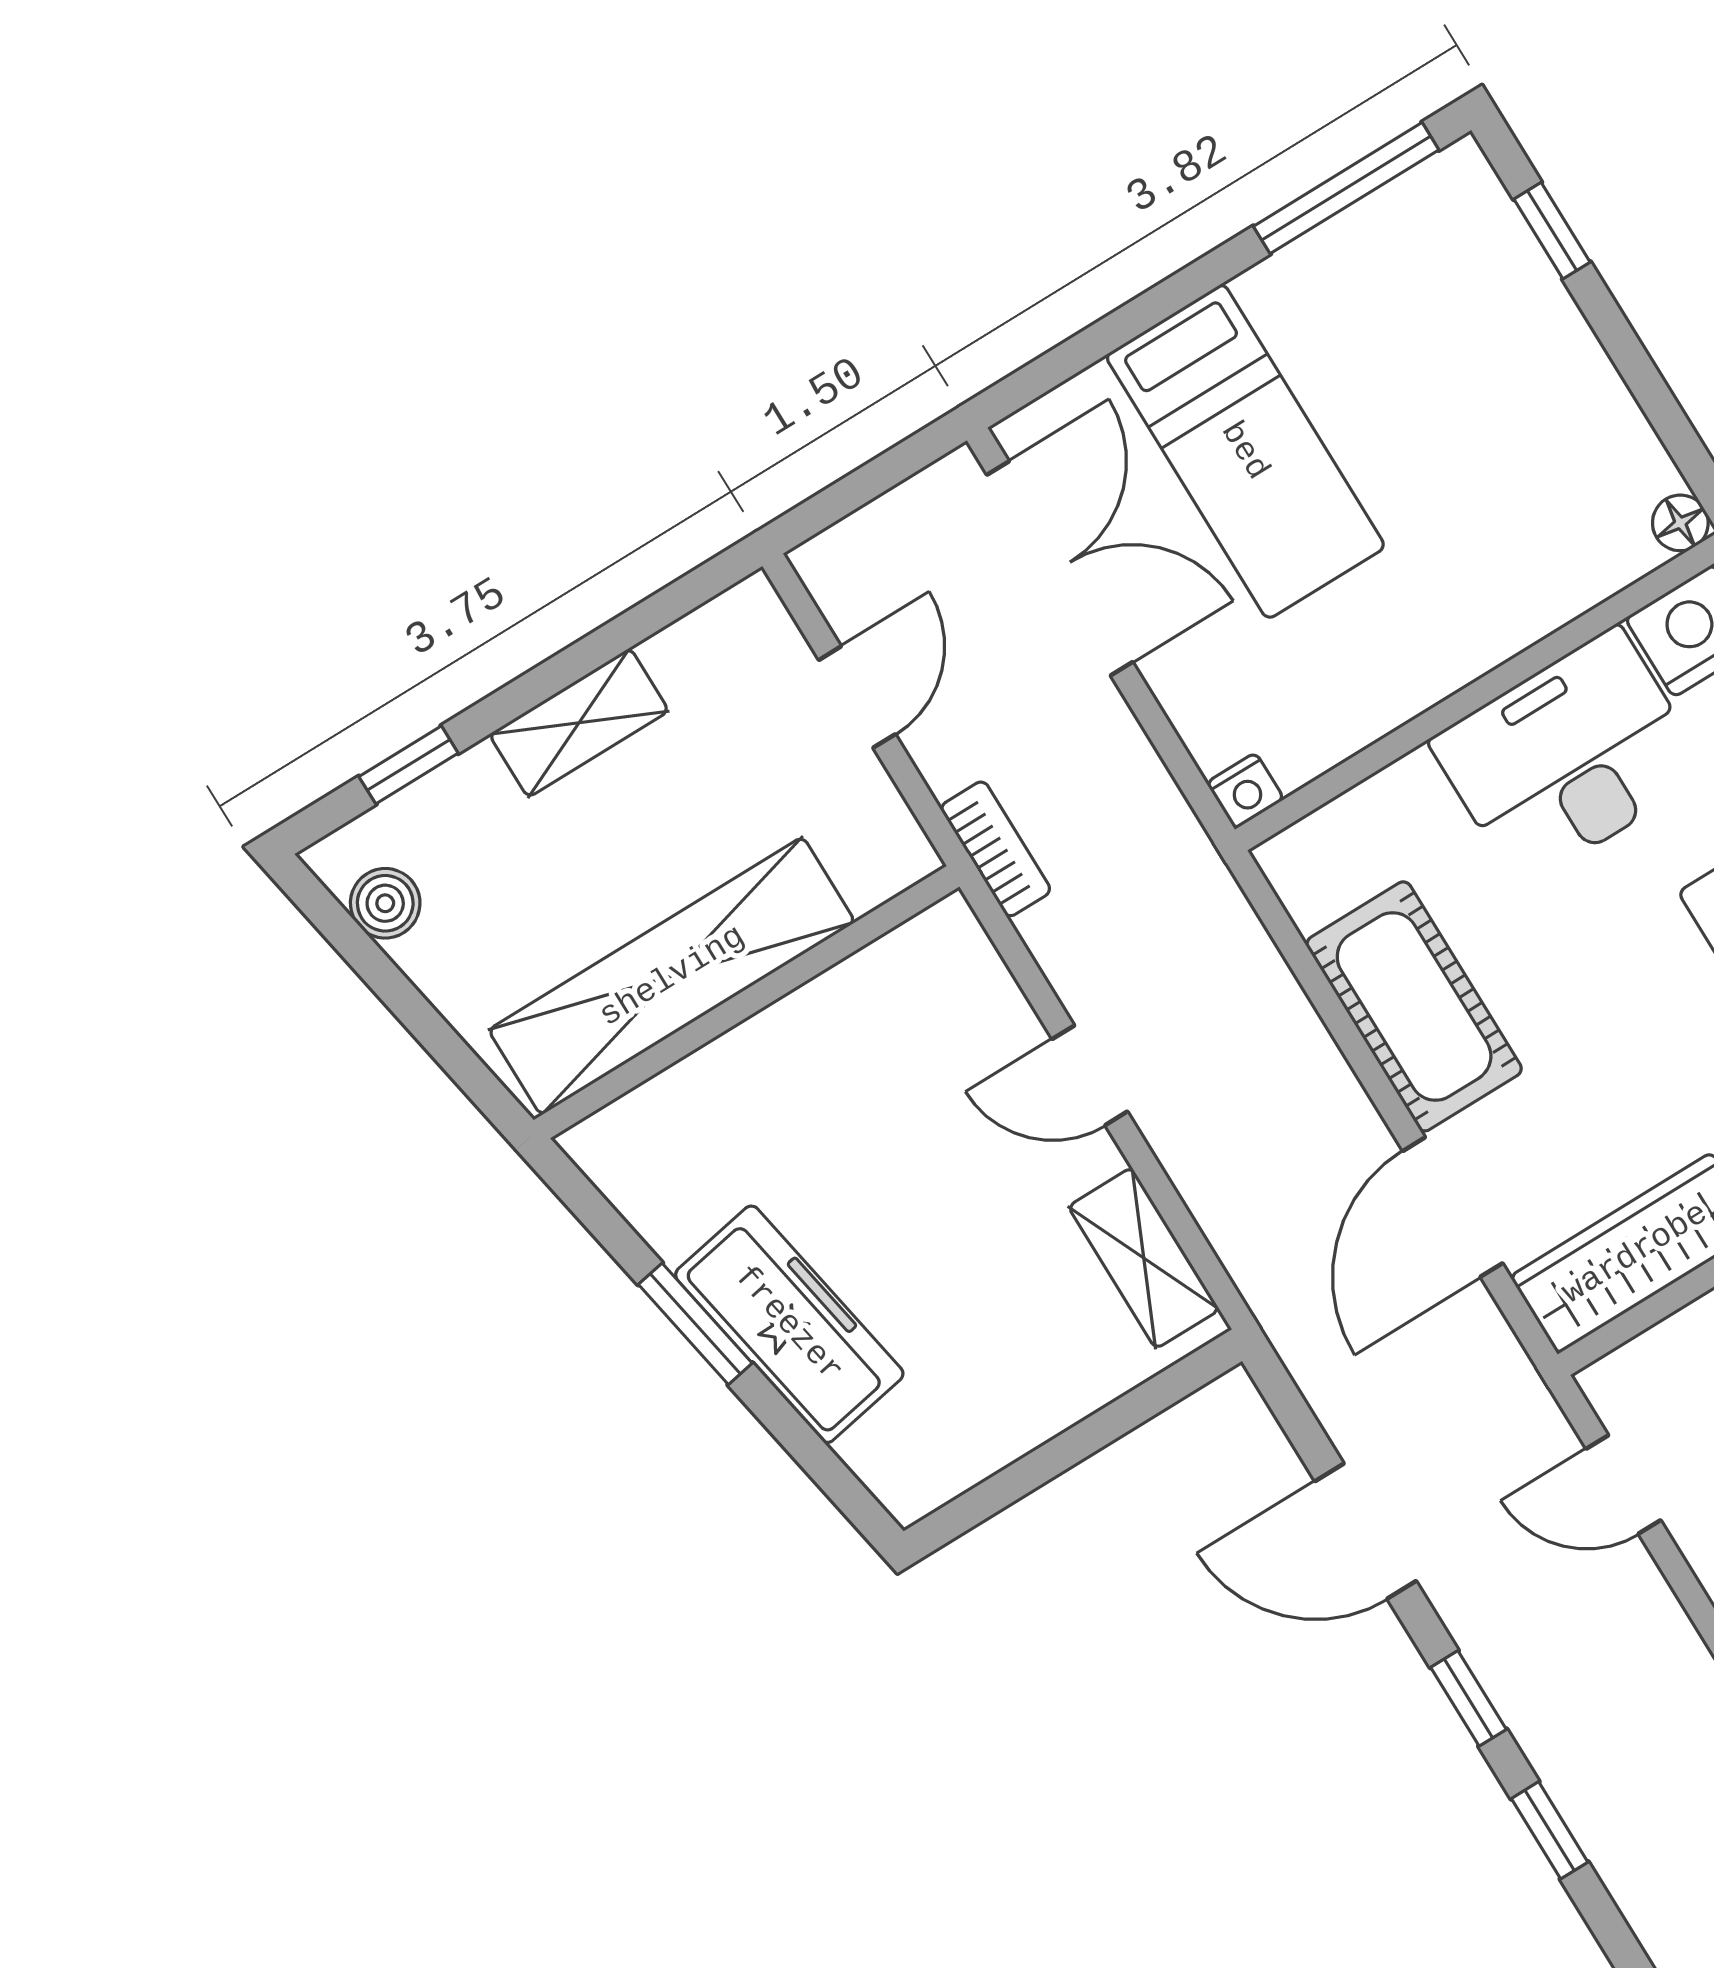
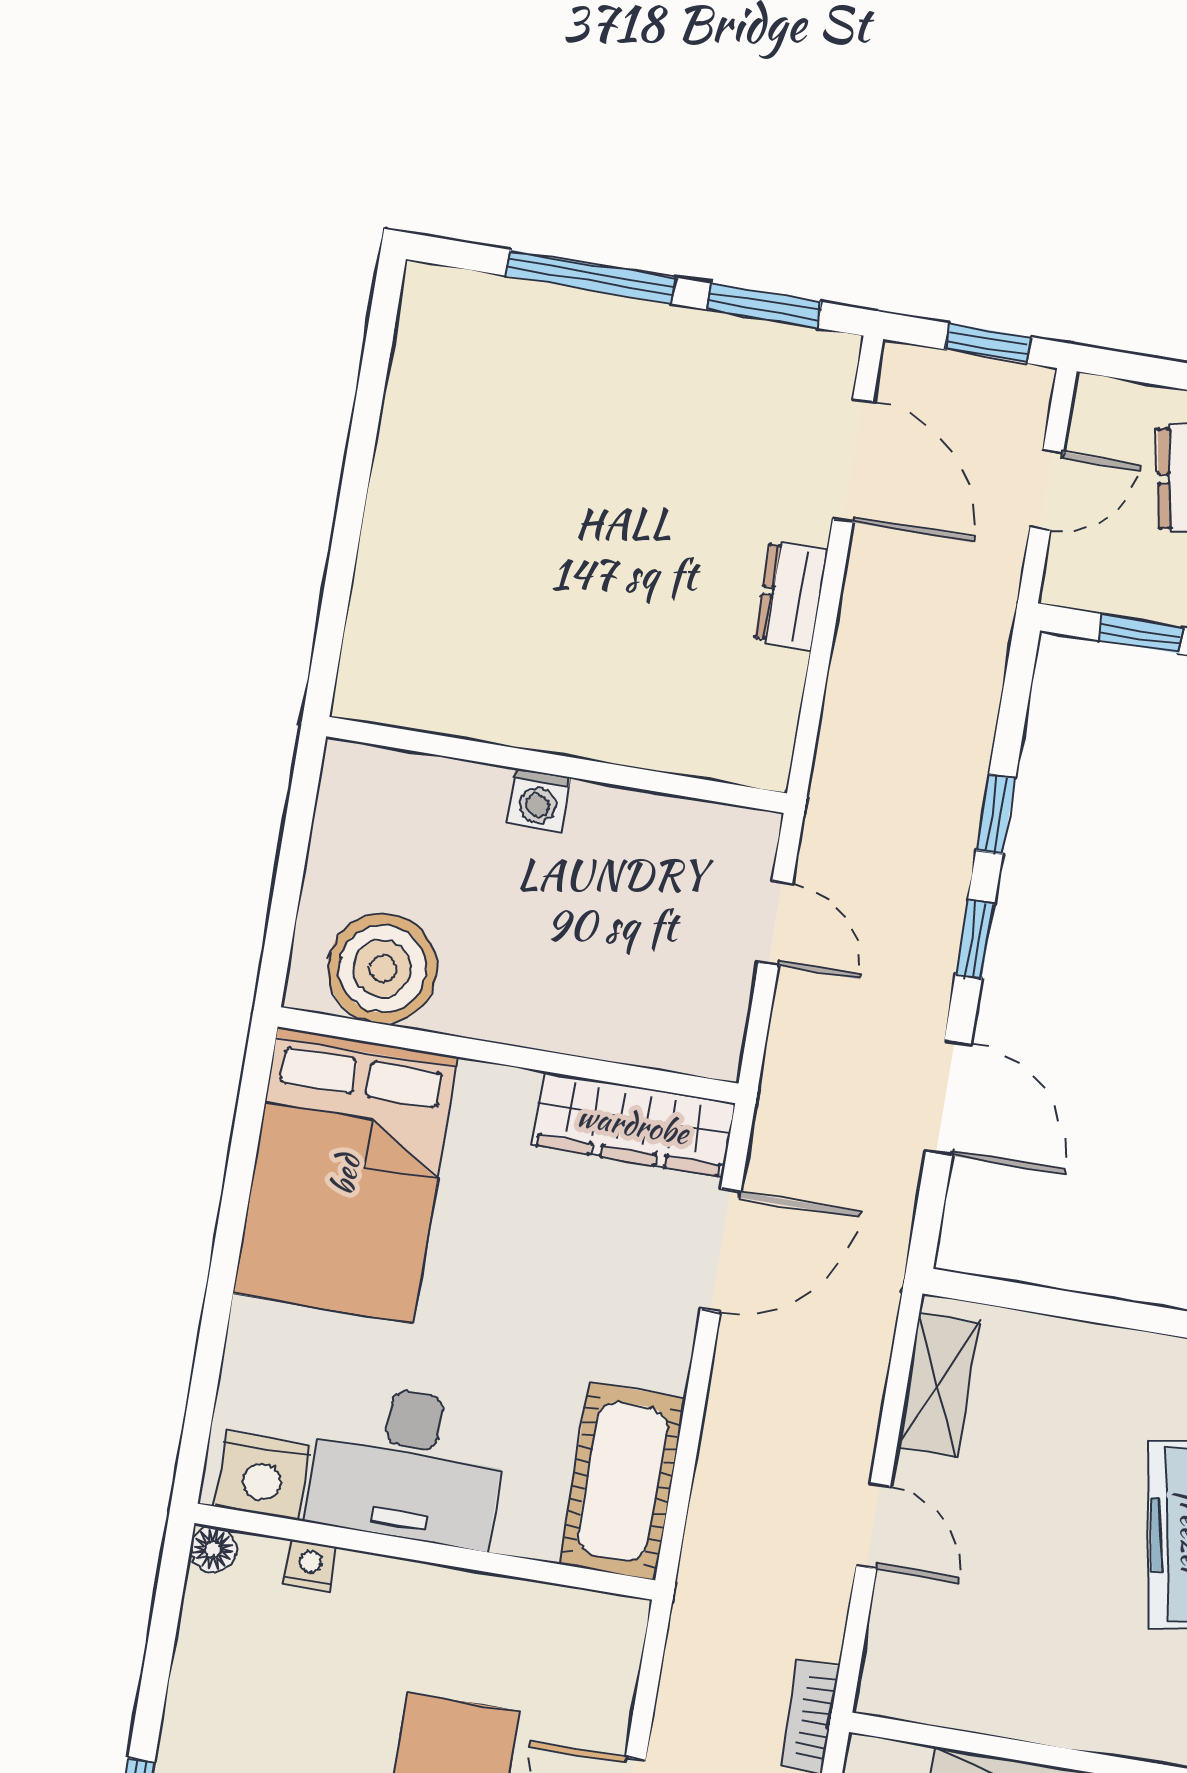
nightstand: (1245, 791) -> (310, 1565), moved
cot: (1414, 1006) -> (622, 1481), moved
door: (1623, 1485) -> (775, 923), moved

